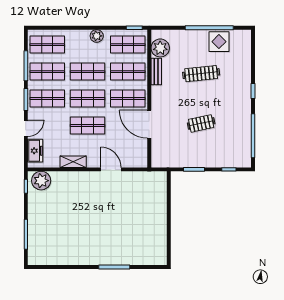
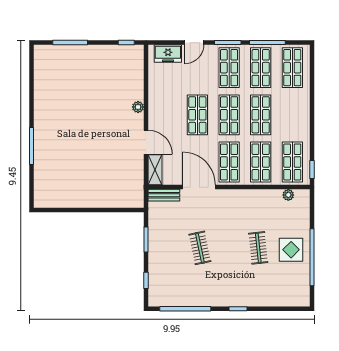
plant: (97, 36) -> (302, 125), removed
display table: (219, 42) -> (291, 250), moved
plant: (160, 48) -> (288, 195), width x0.53, depth x0.53
bench: (156, 71) -> (164, 195), moved
clothes rail: (201, 74) -> (258, 248), width x0.73
door: (149, 124) -> (199, 187), hinge flipped
door: (26, 128) -> (194, 43), hinge flipped
shelving: (73, 162) -> (155, 170), moved
door: (111, 169) -> (146, 142), hinge flipped
plant: (41, 181) -> (138, 107), moved, width x0.53, depth x0.53

